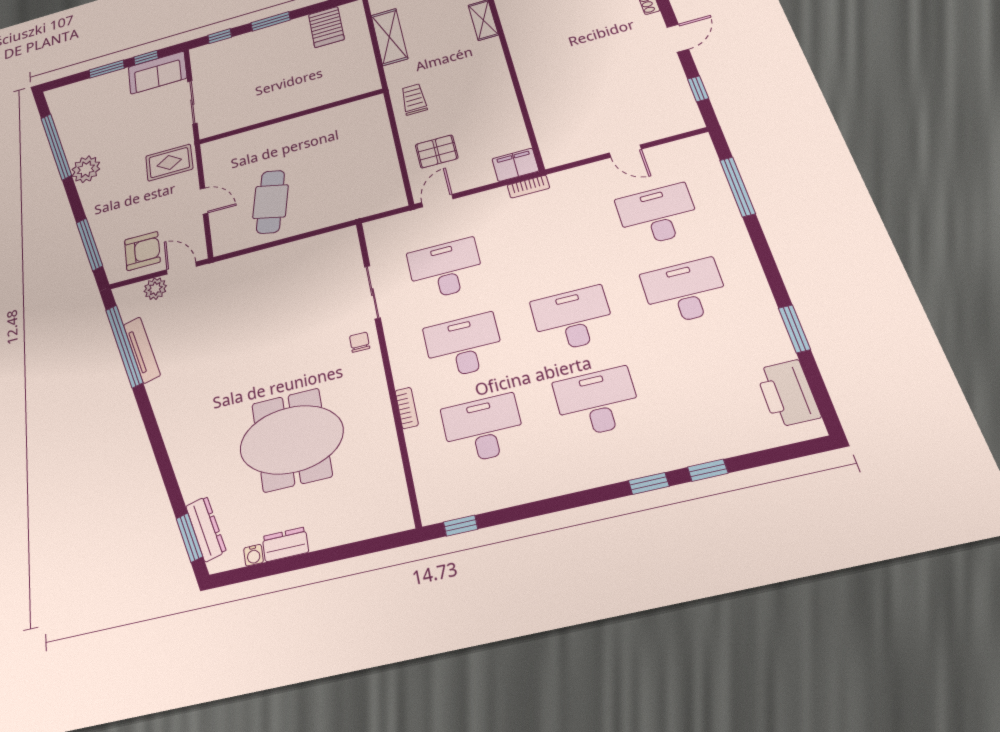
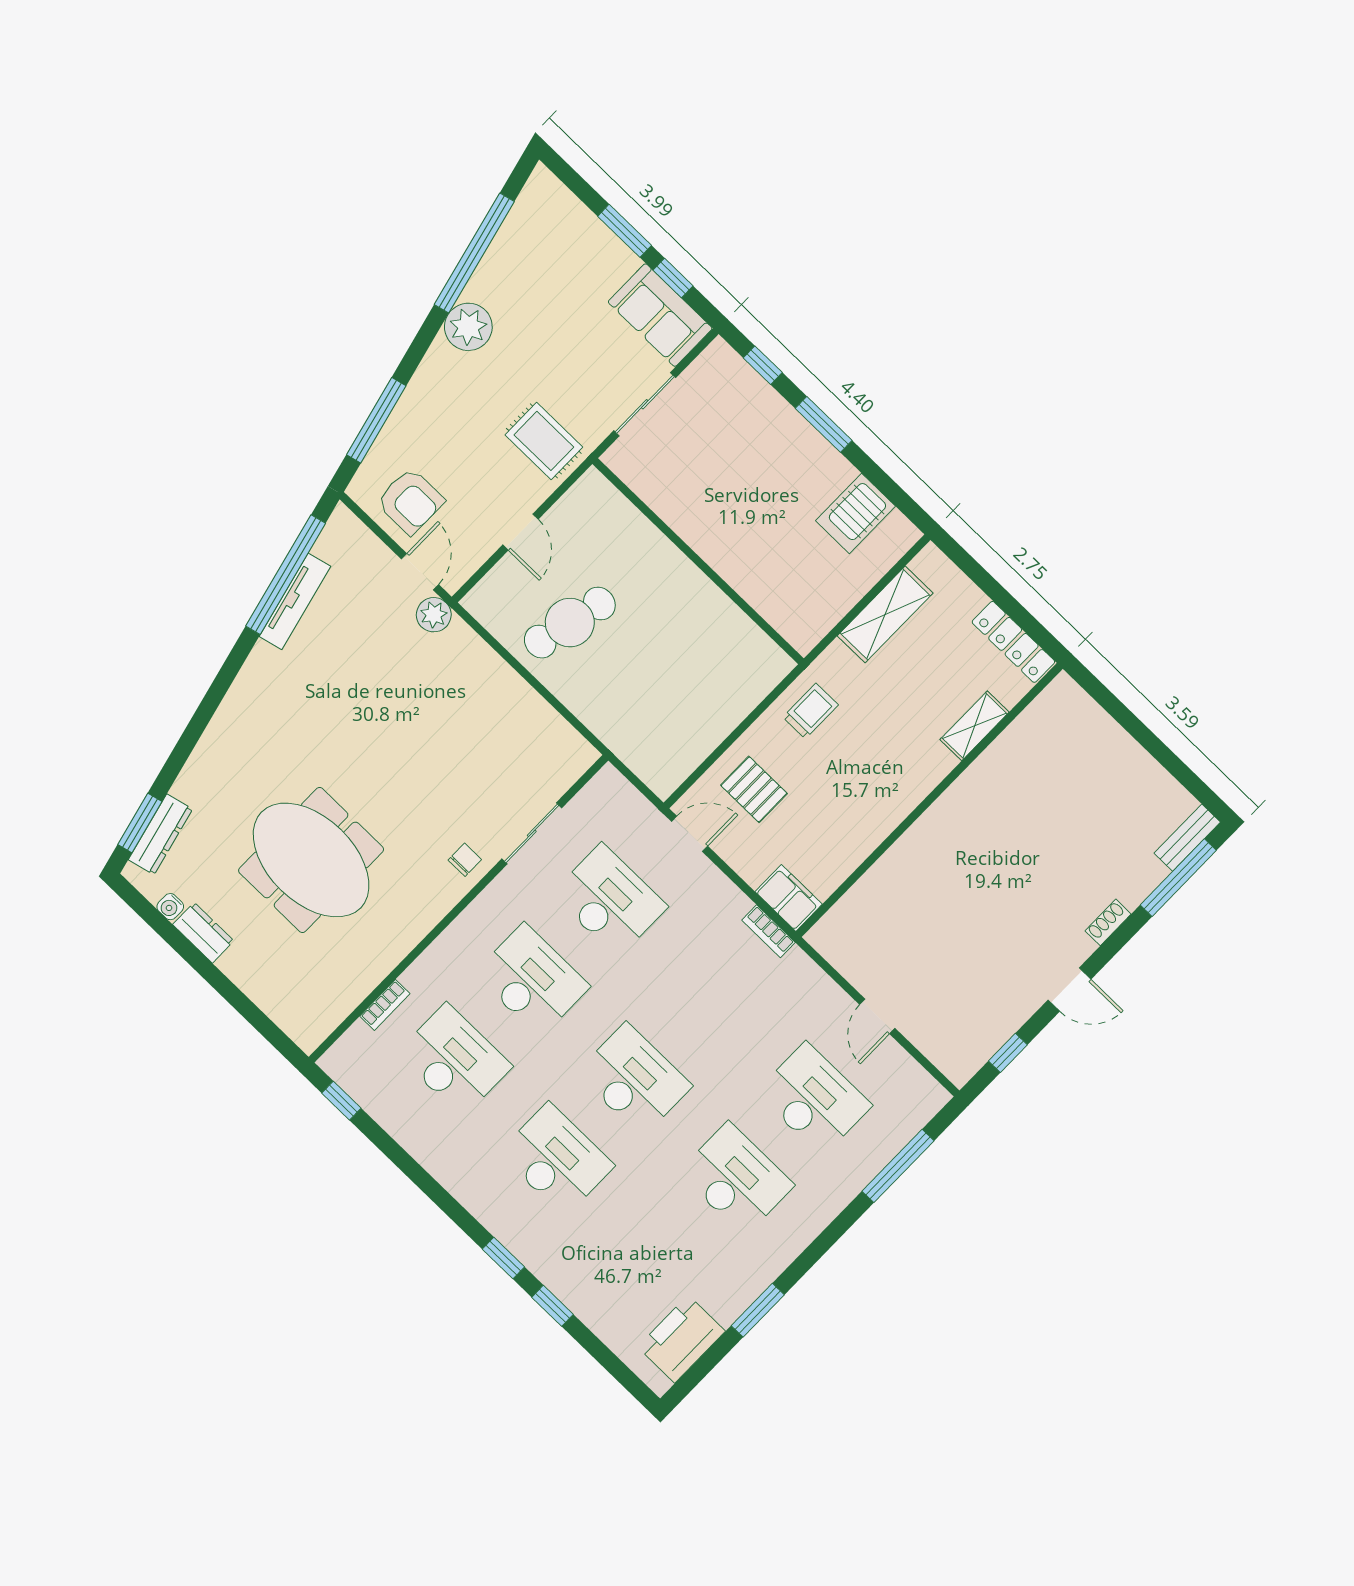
plant: (155, 289) -> (434, 615), moved
bookcase: (407, 408) -> (385, 1005), moved

